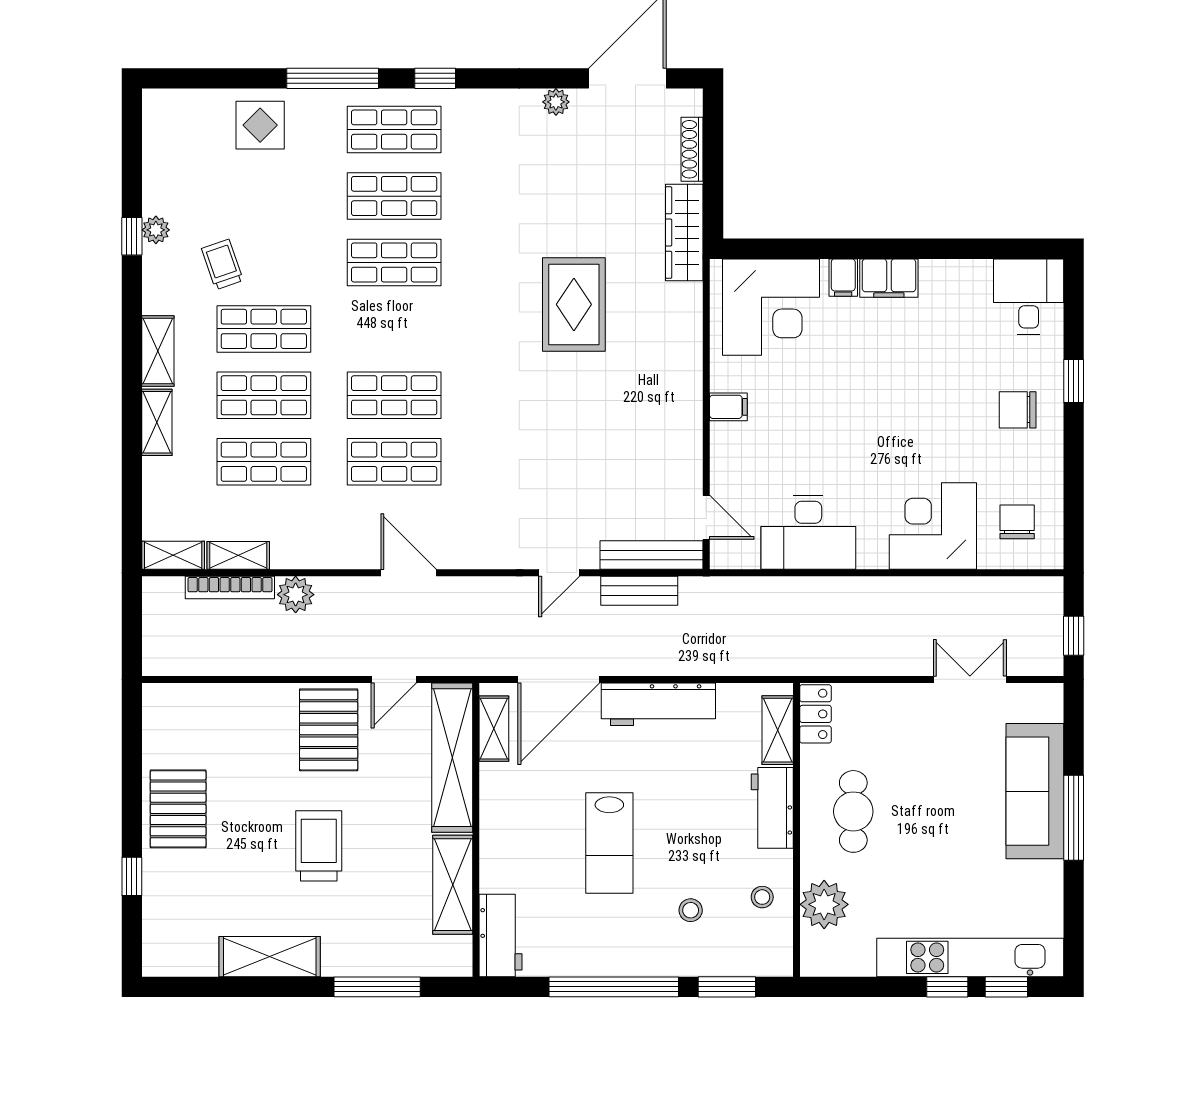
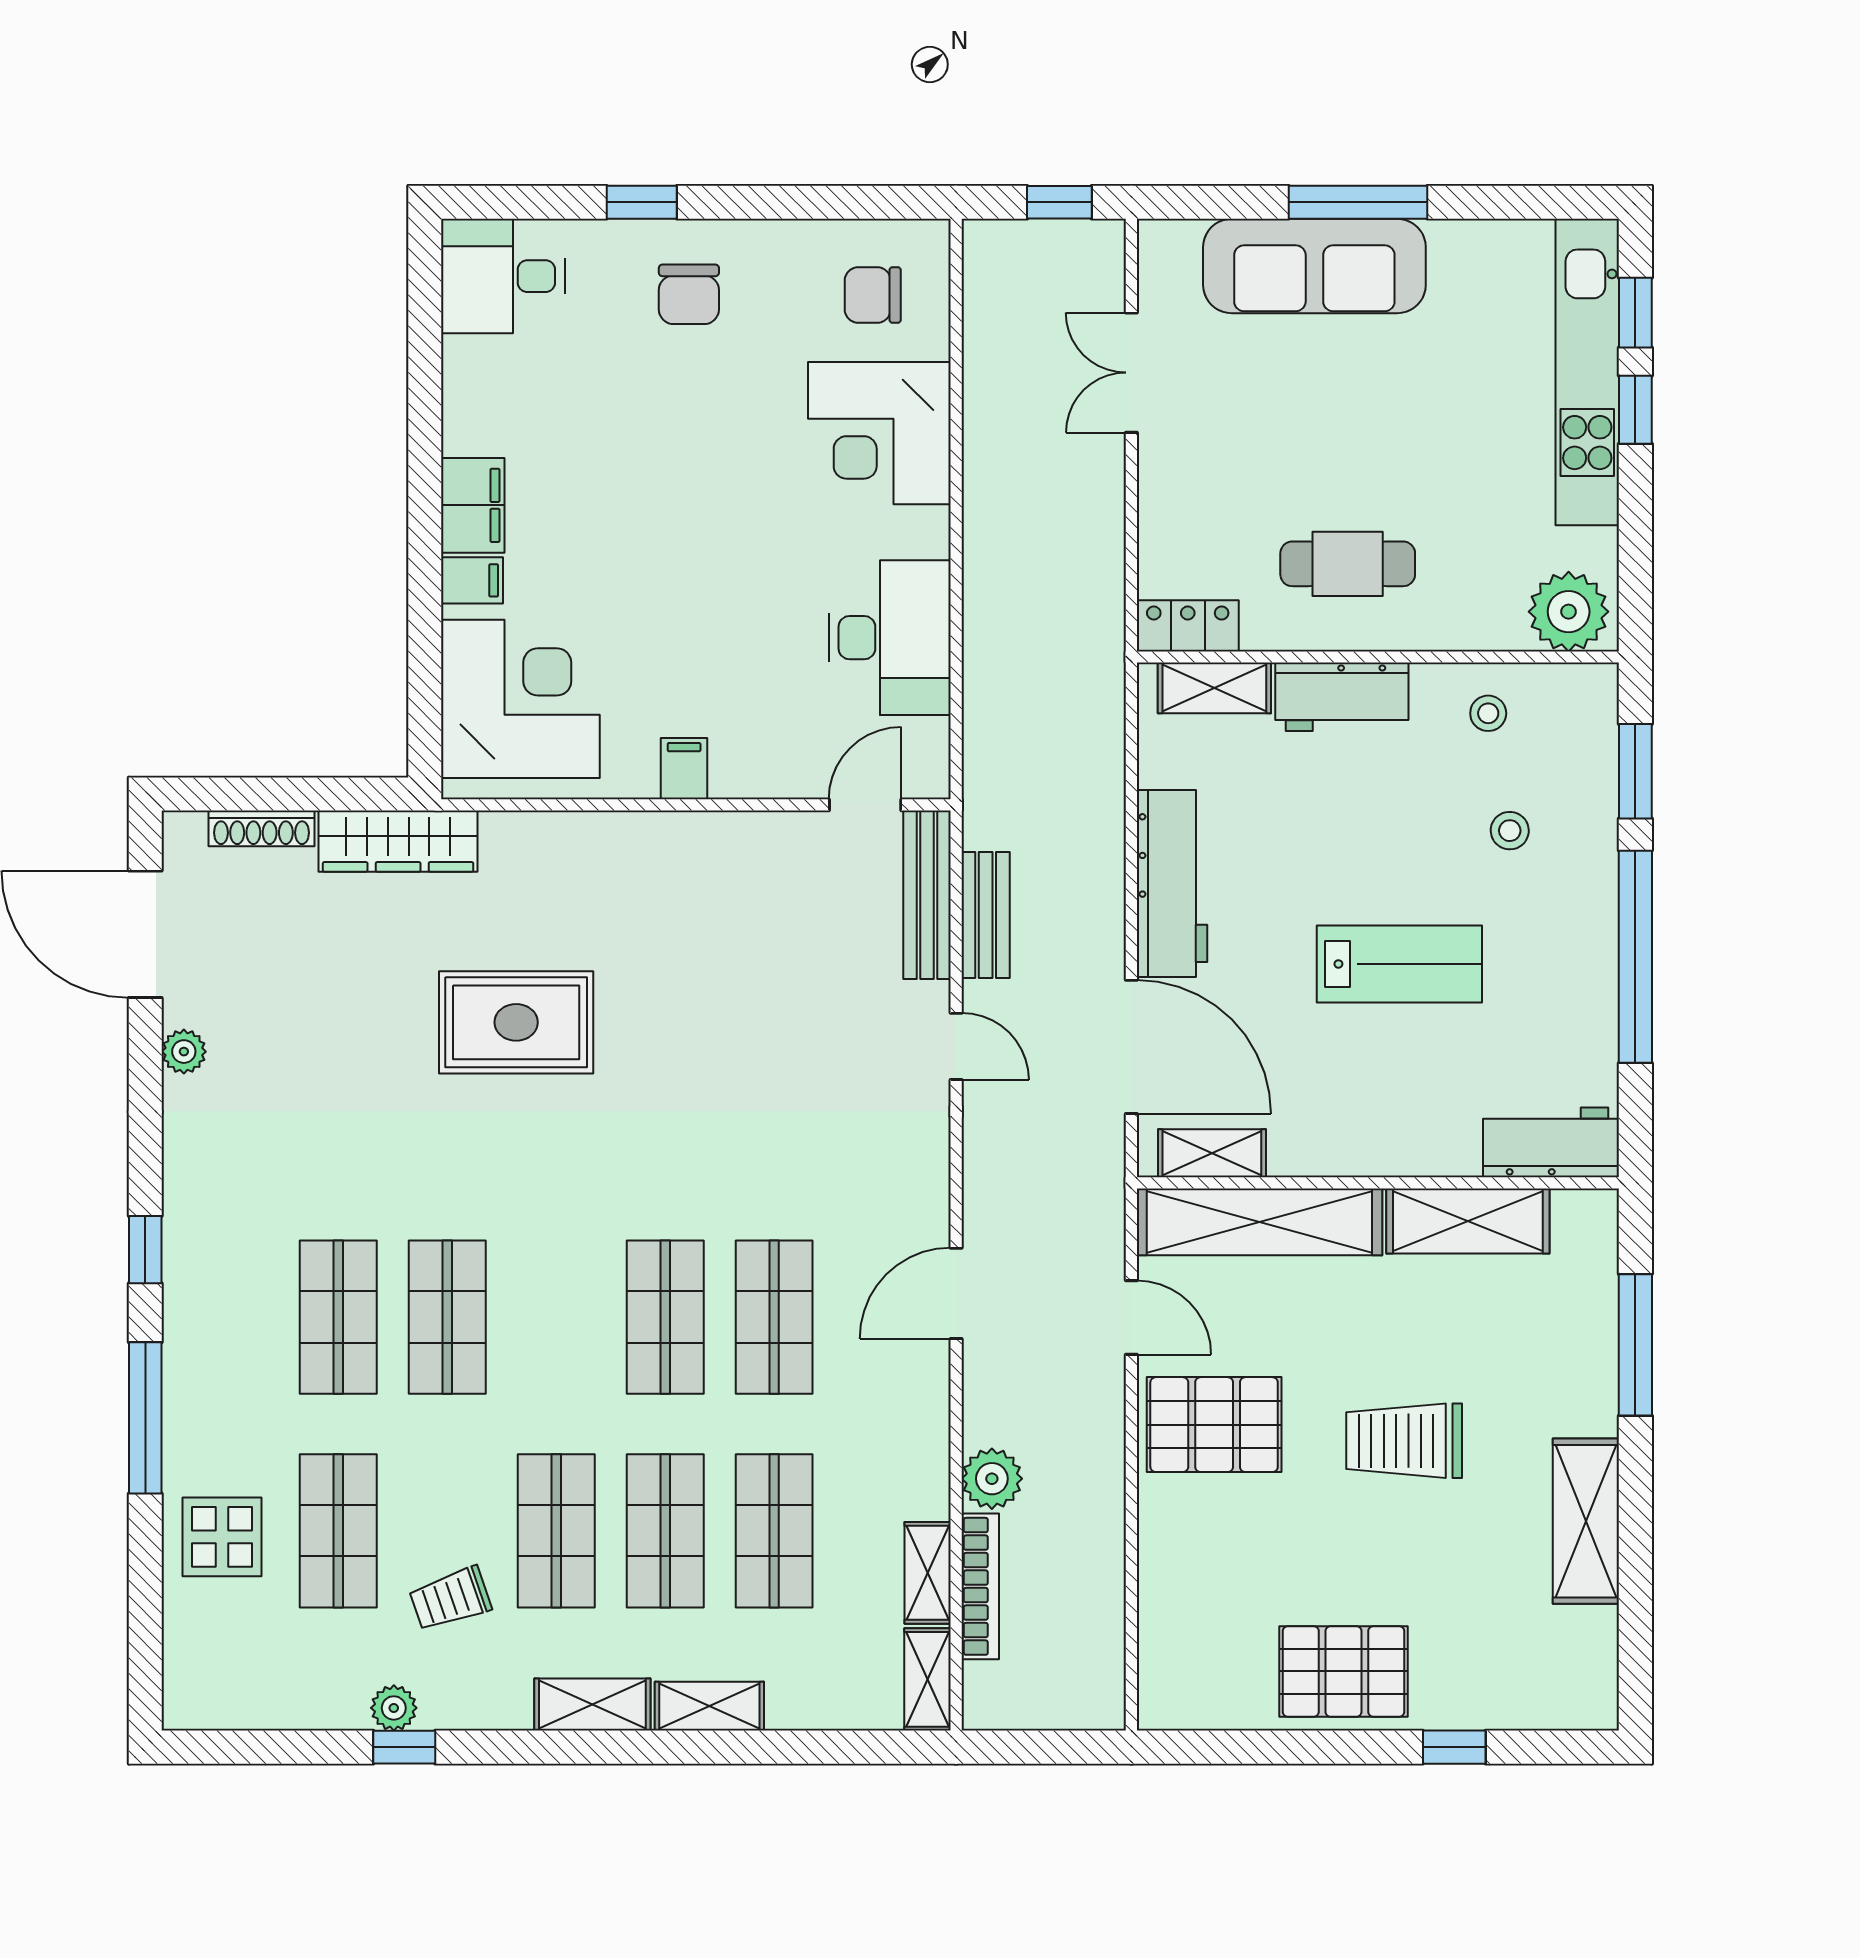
shop shelf: (394, 130) -> (338, 1531), moved
plant: (824, 904) -> (1569, 612), moved

